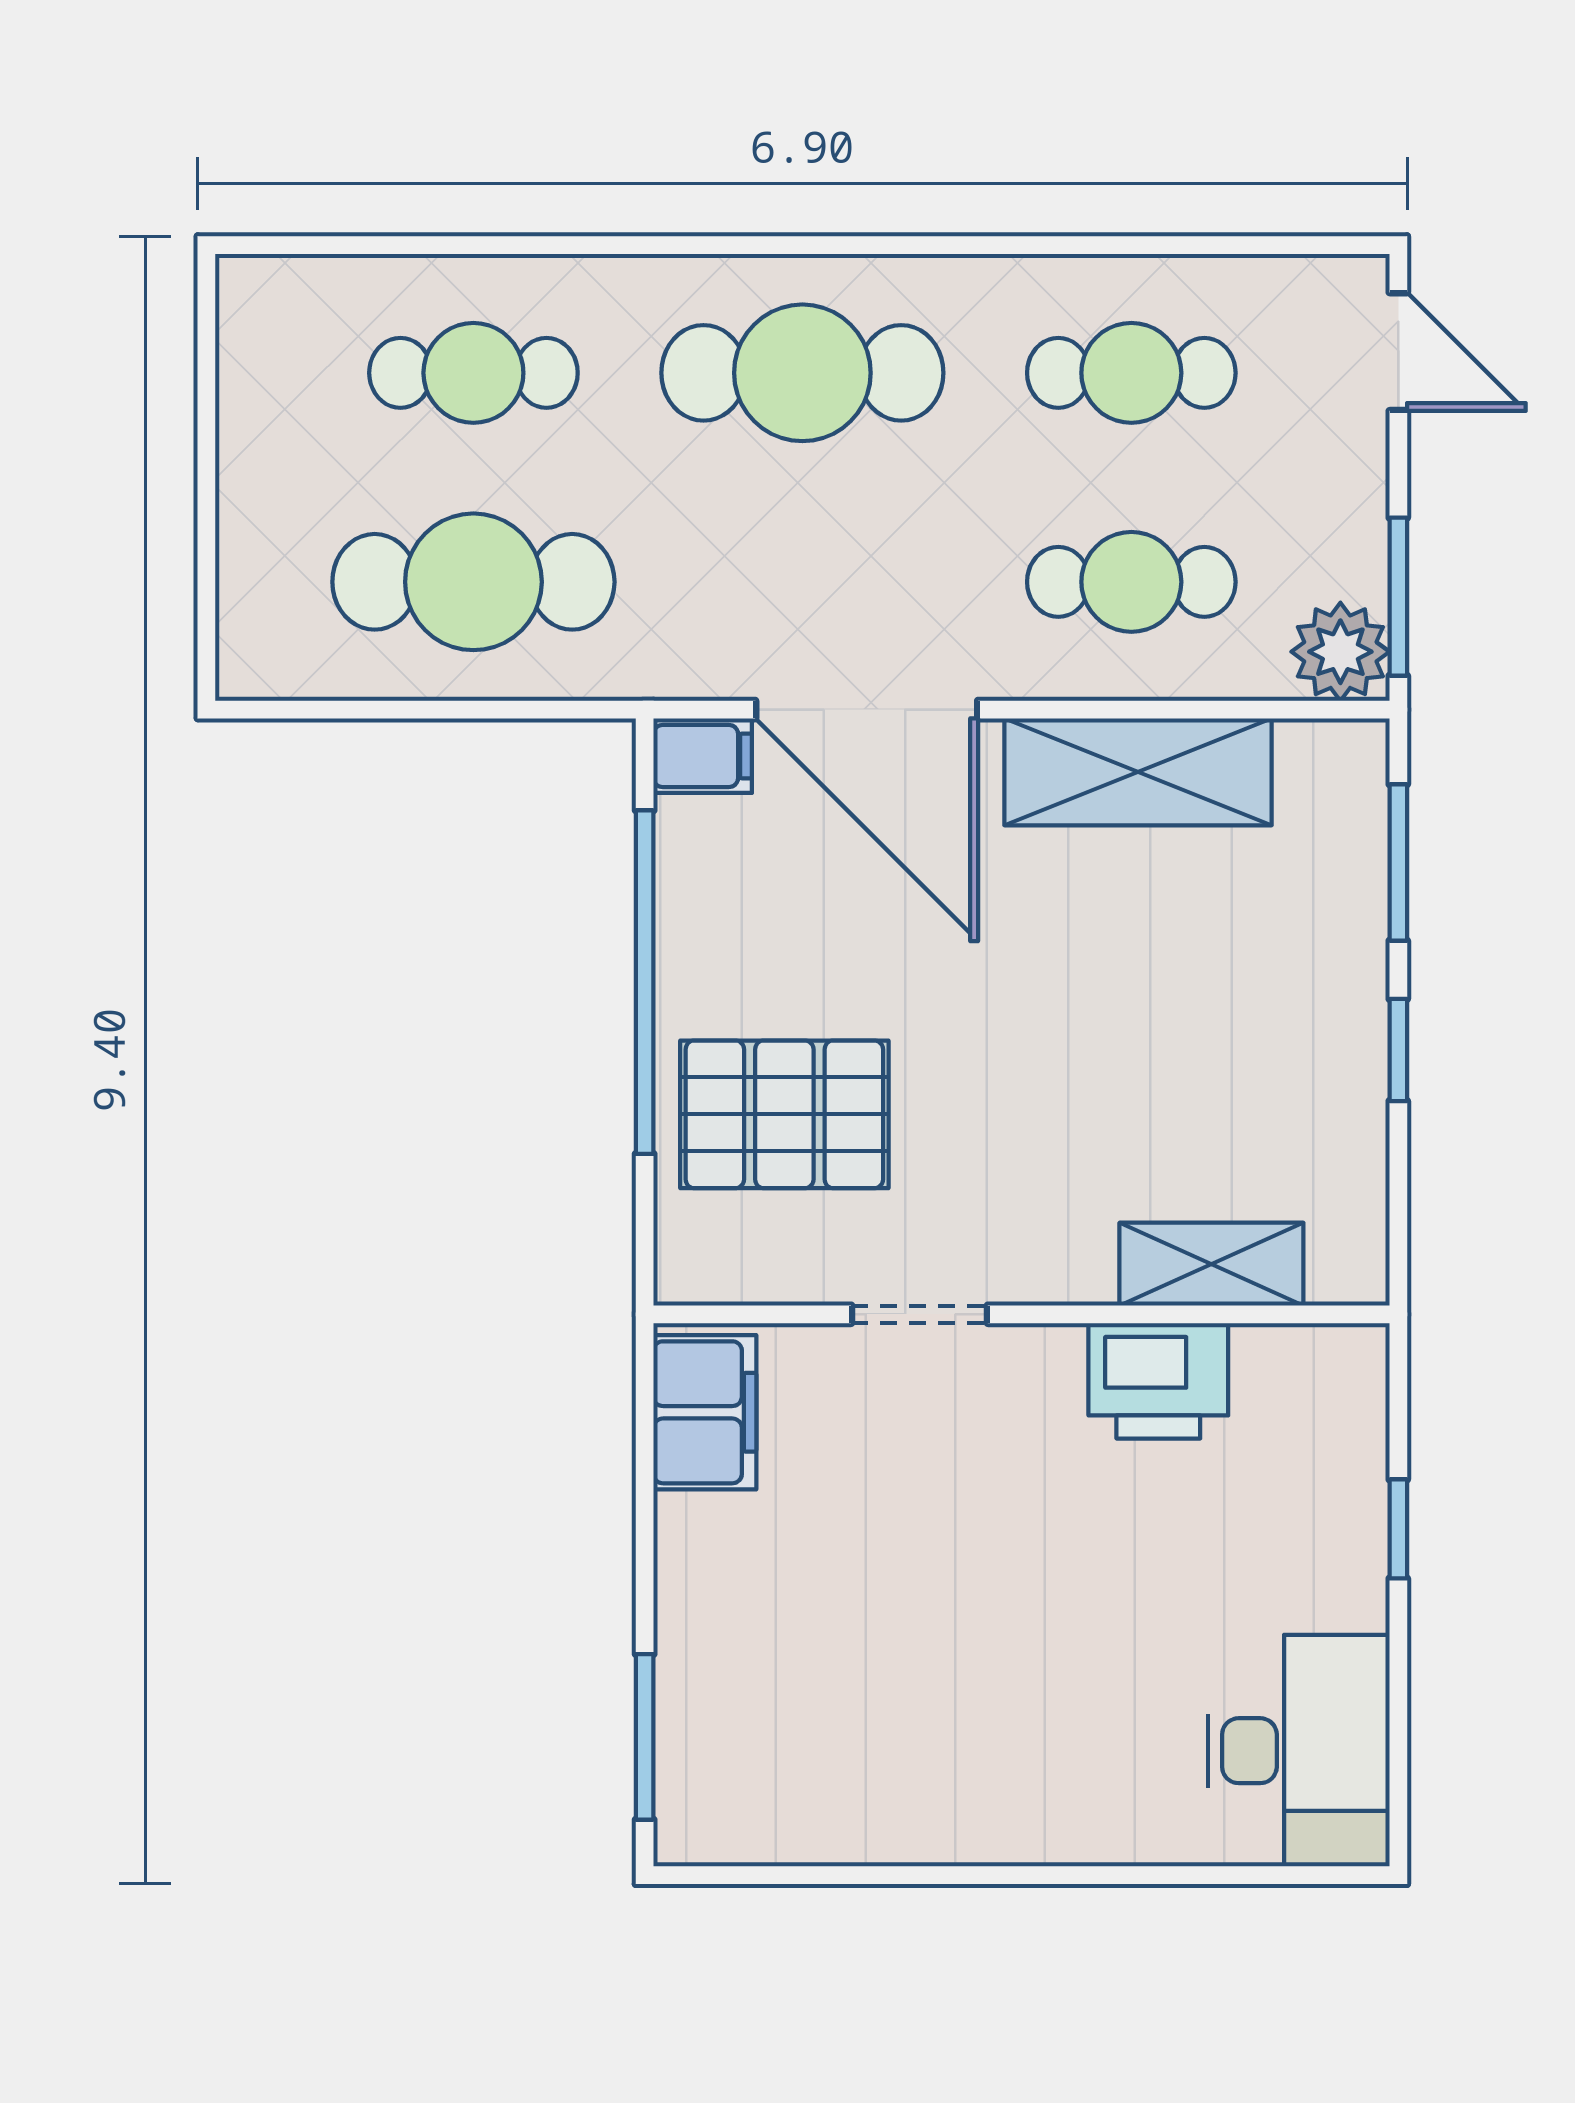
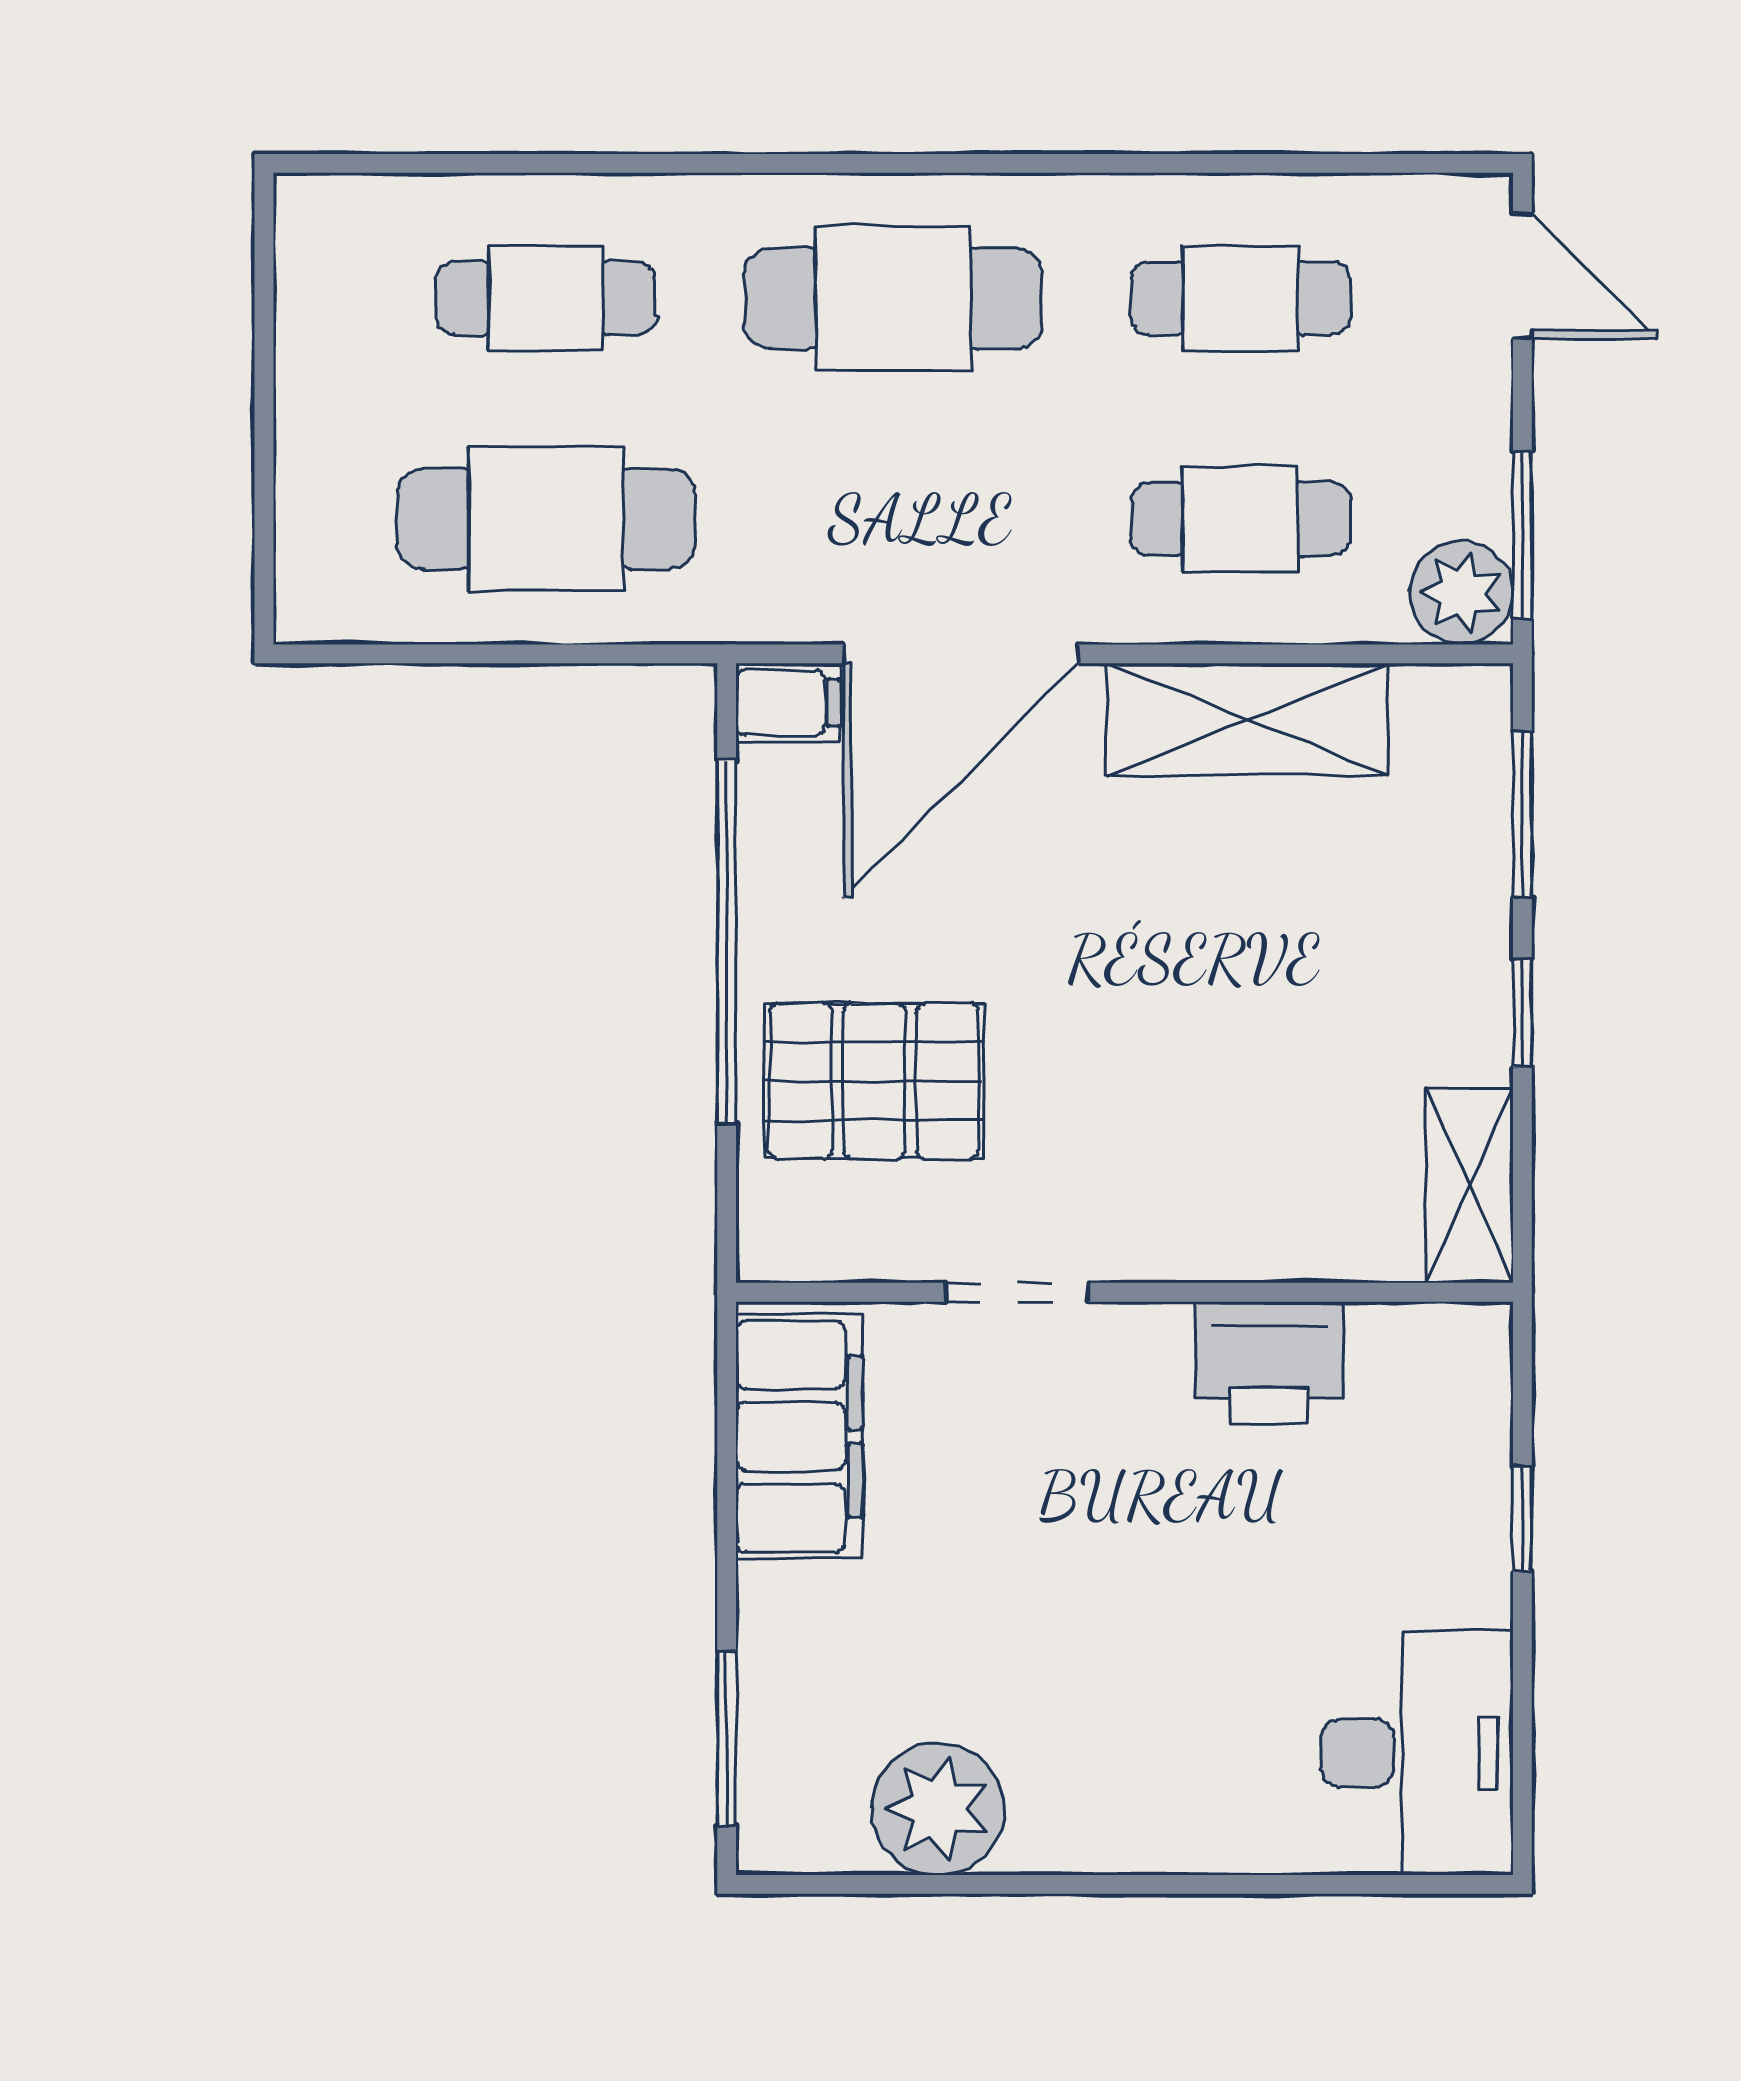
door: (867, 710) -> (961, 654), hinge flipped
shelving: (1211, 1264) -> (1469, 1186), moved, turned 90
filing cabinet: (705, 1412) -> (799, 1436), width x1.50, depth x1.17
plant: (845, 1804) -> (938, 1809), added

